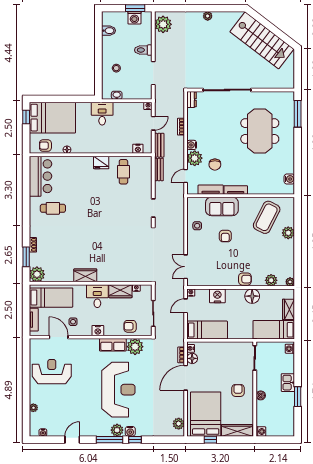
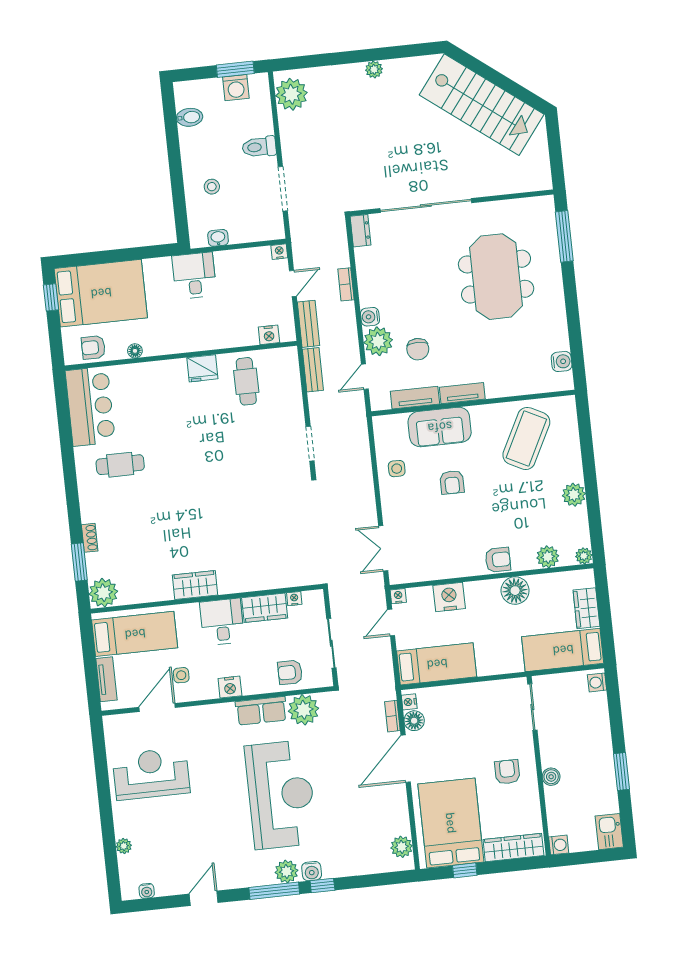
plant: (288, 233) -> (574, 495), moved
door: (59, 337) -> (157, 707), hinge flipped
kitchen sink: (288, 383) -> (609, 832), moved

